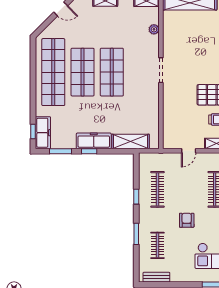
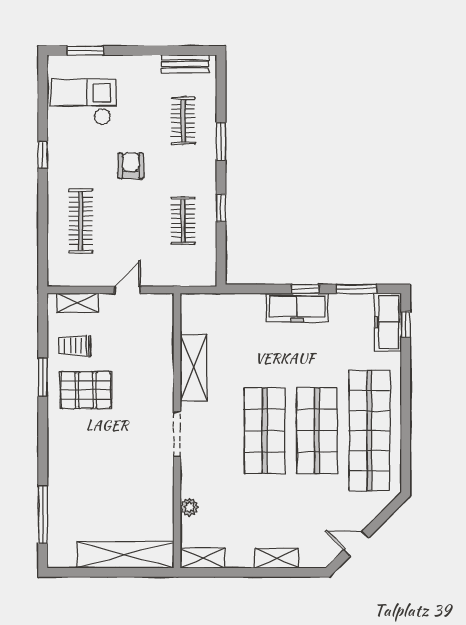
shelving: (131, 142) -> (193, 368), moved, turned 90
clothes rail: (157, 189) -> (183, 221), width x0.73
armchair: (187, 220) -> (131, 166), turned 180

